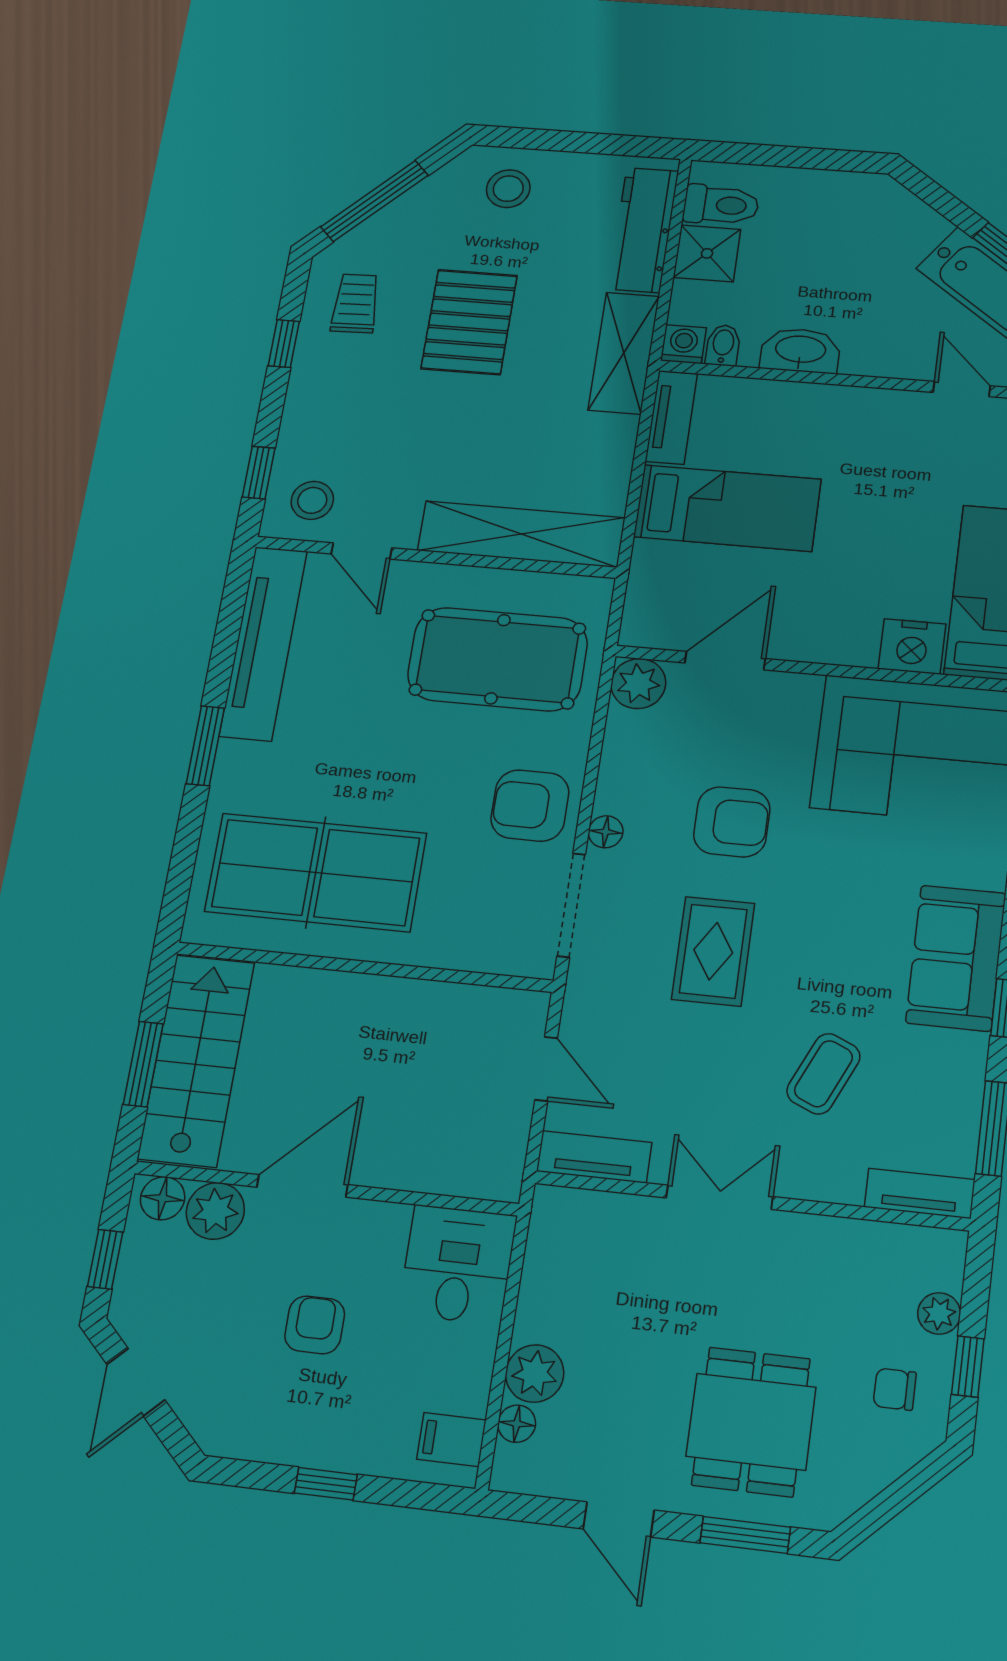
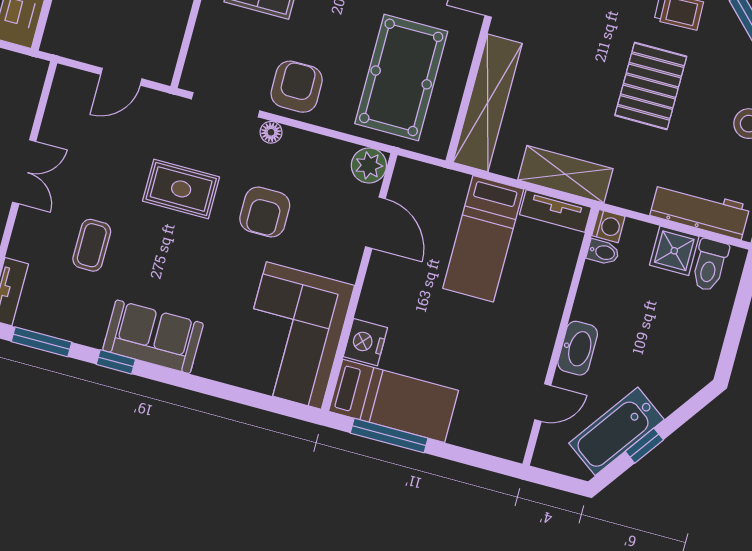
pallet: (469, 322) -> (651, 86), turned 90
washbasin: (800, 350) -> (578, 348), moved
shelving: (624, 353) -> (565, 174), moved
coffee table: (823, 1074) -> (92, 245), turned 66
tv unit: (594, 1157) -> (61, 99), removed

